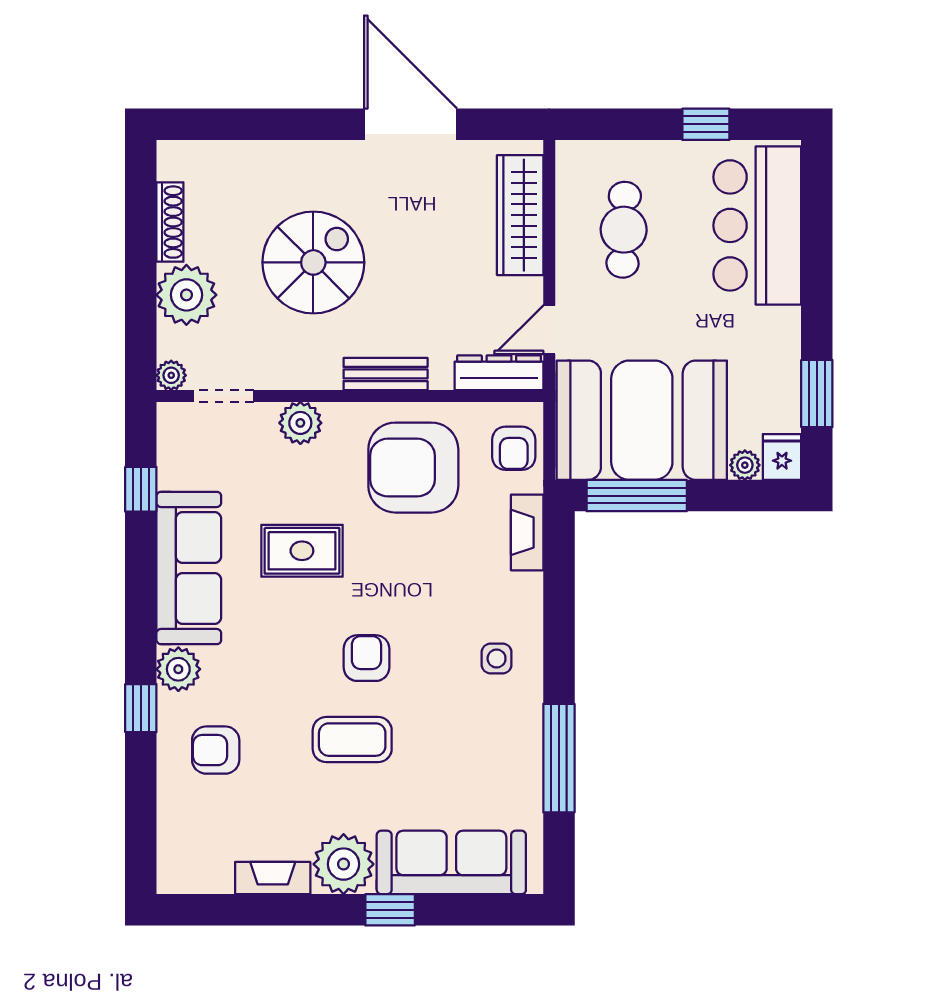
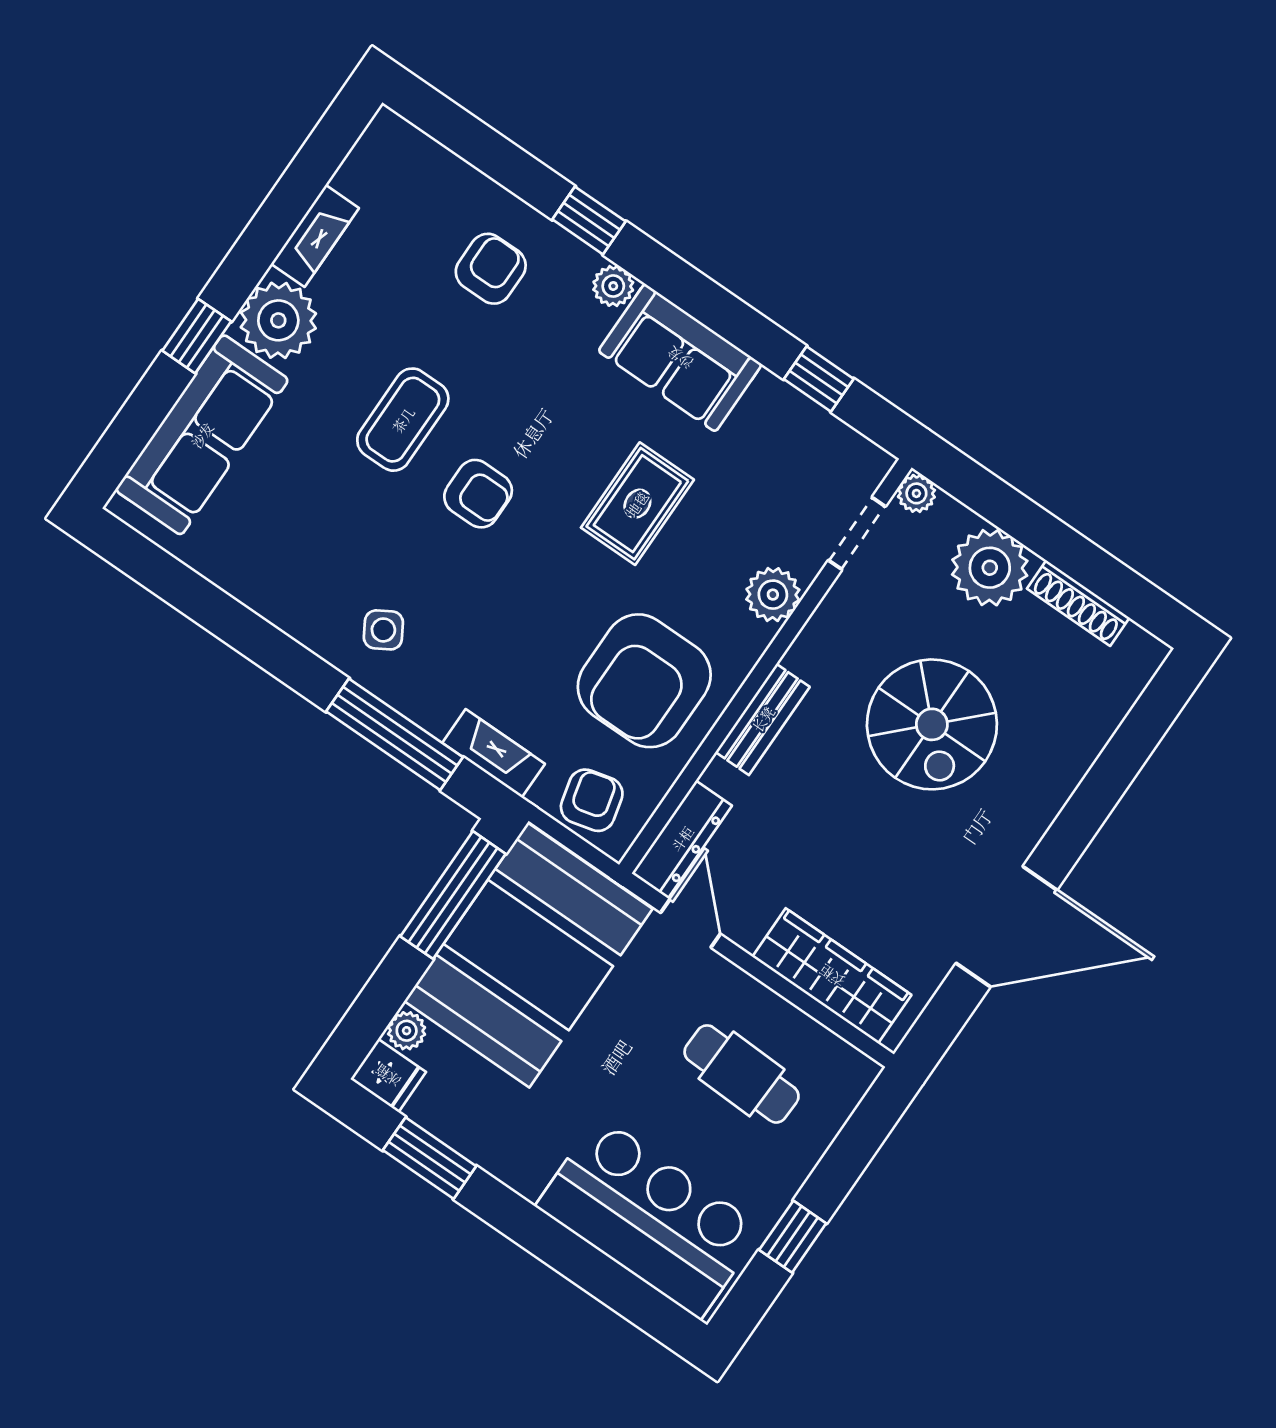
armchair: (514, 448) -> (592, 800), turned 76
armchair: (413, 468) -> (644, 681), turned 180
sofa: (189, 568) -> (680, 358), width x0.73
side table: (497, 659) -> (383, 630), turned -31
plant: (178, 669) -> (613, 286), width x0.73, depth x0.73
window: (559, 758) -> (395, 734), moved

